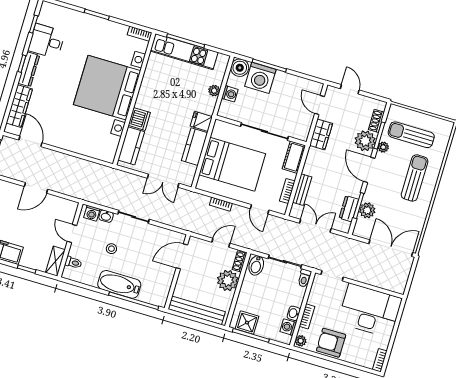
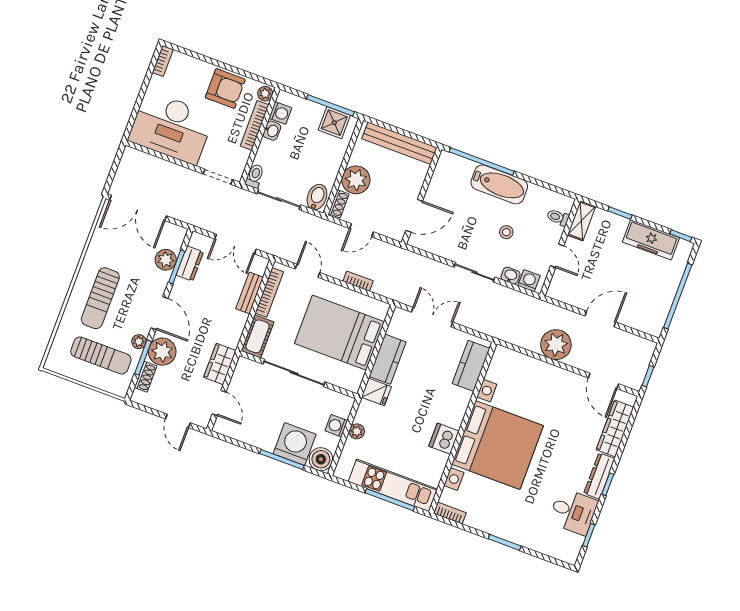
dishwasher: (139, 119) -> (444, 439), moved
plant: (68, 166) -> (556, 345), added
bookcase: (287, 191) -> (269, 292), width x1.56
bookcase: (307, 316) -> (255, 125), width x1.56

